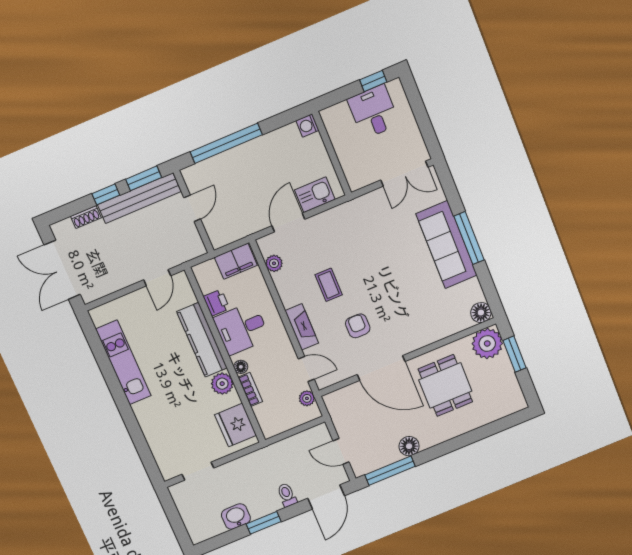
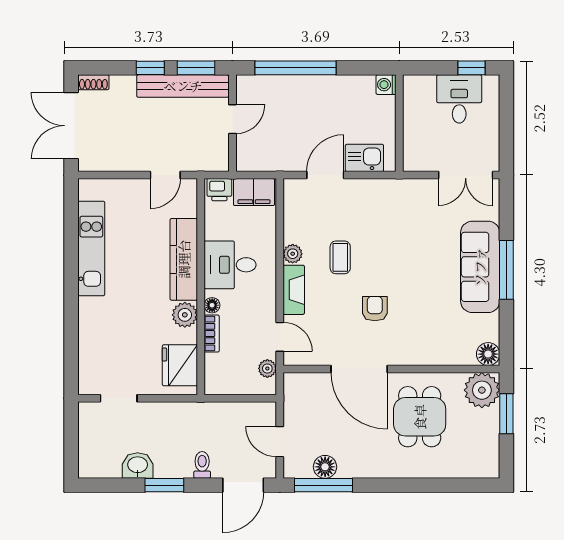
shoe rack: (86, 217) -> (93, 82), moved
plant: (274, 263) -> (293, 254), moved
printer: (216, 303) -> (219, 190), moved, turned 90
armchair: (358, 326) -> (375, 309), moved
floor lamp: (409, 446) -> (325, 467), moved

